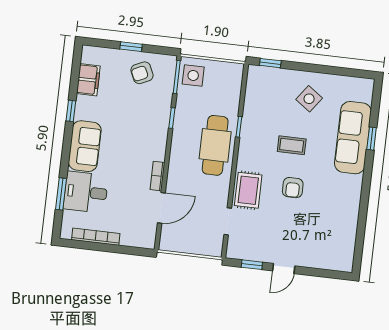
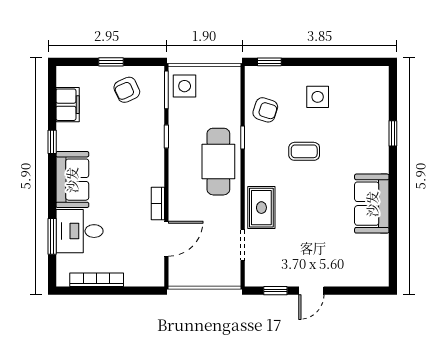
side table: (309, 99) -> (318, 97), turned -36
sofa: (353, 138) -> (372, 204), moved, width x0.73
armchair: (293, 188) -> (265, 110), moved, turned -72

